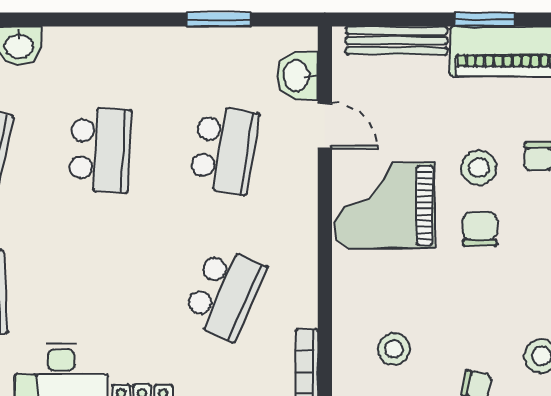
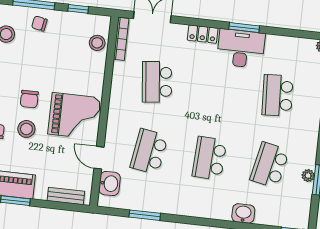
bench: (397, 41) -> (66, 196), width x0.73
school desk: (224, 293) -> (157, 82), turned -30
stool: (394, 349) -> (97, 43), moved

